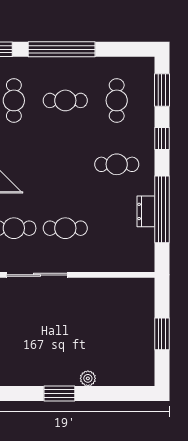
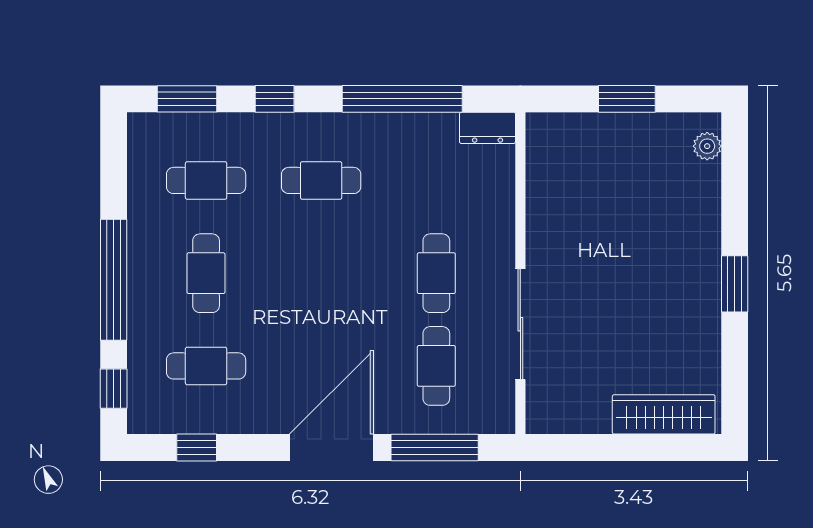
cafe table: (117, 164) -> (321, 180), turned 90
dresser: (146, 211) -> (487, 128), moved
plant: (88, 378) -> (707, 146), moved

